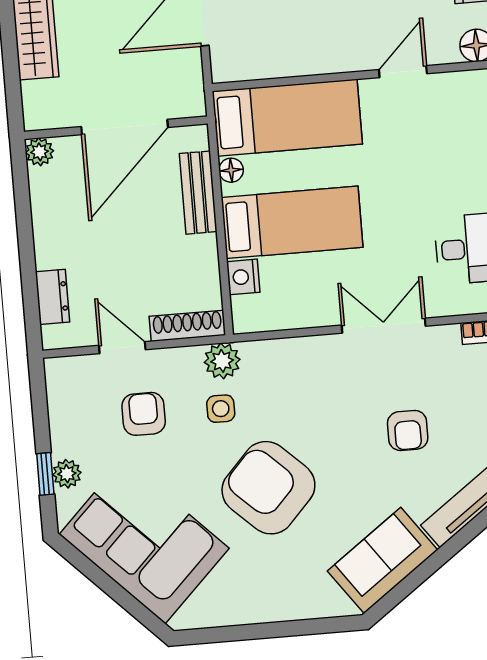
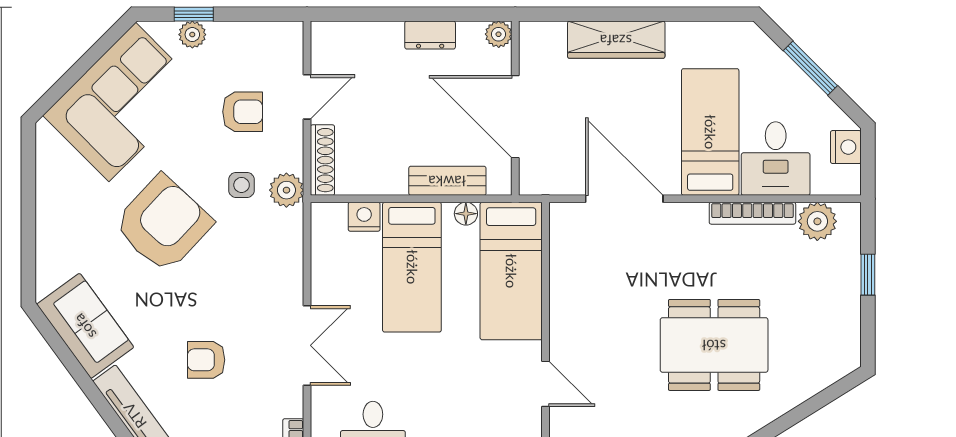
dresser: (53, 297) -> (430, 35), moved

